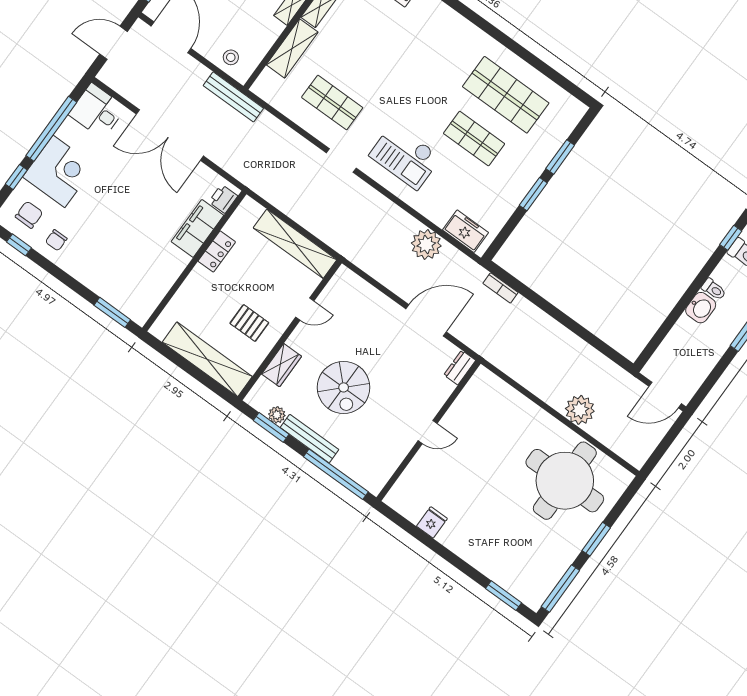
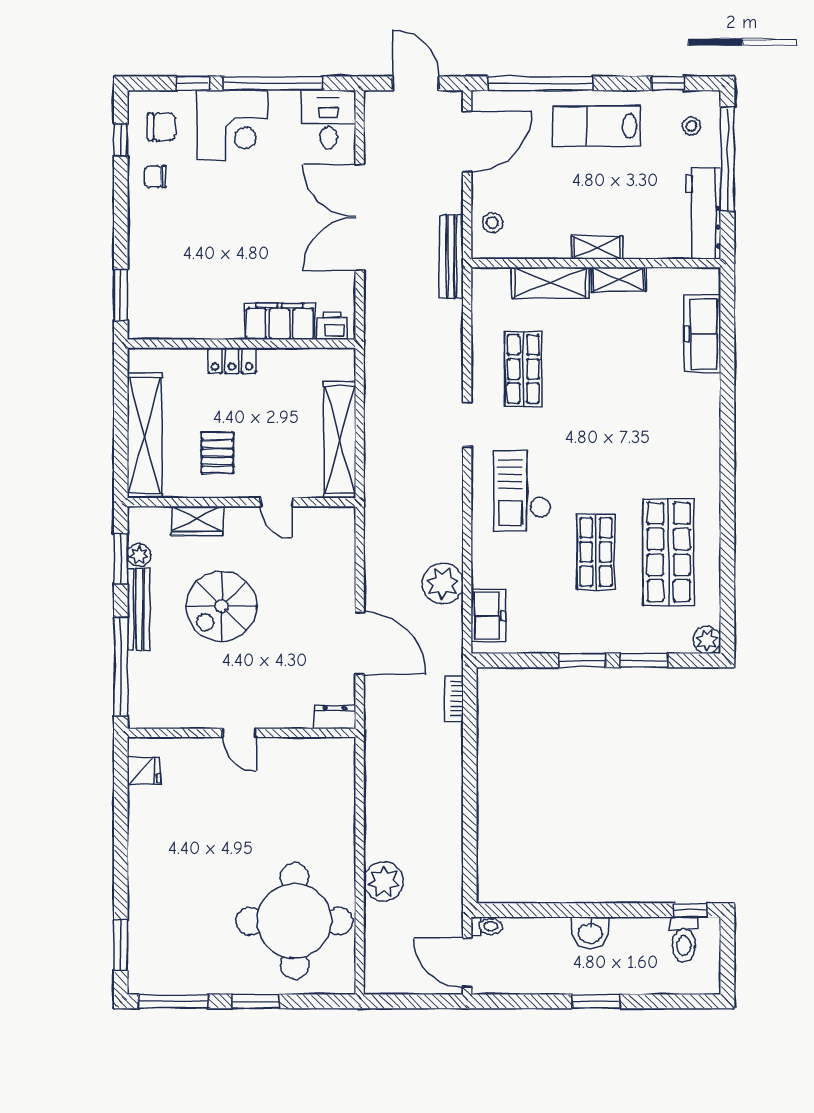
plant: (575, 110) -> (707, 640), added
locker: (217, 251) -> (232, 361), moved
toilet: (714, 289) -> (487, 926), moved, turned -90
fridge: (432, 522) -> (144, 771), moved

